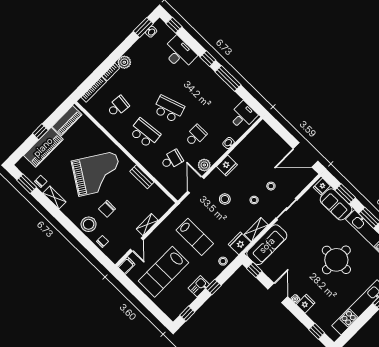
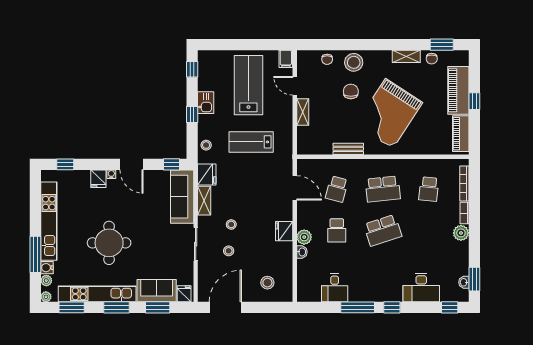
desk: (243, 116) -> (335, 288), moved
plant: (204, 165) -> (304, 237), moved
stool: (225, 199) -> (267, 283), moved

